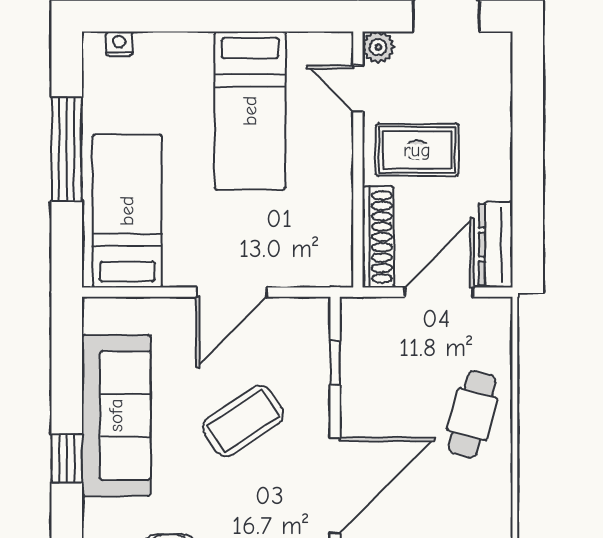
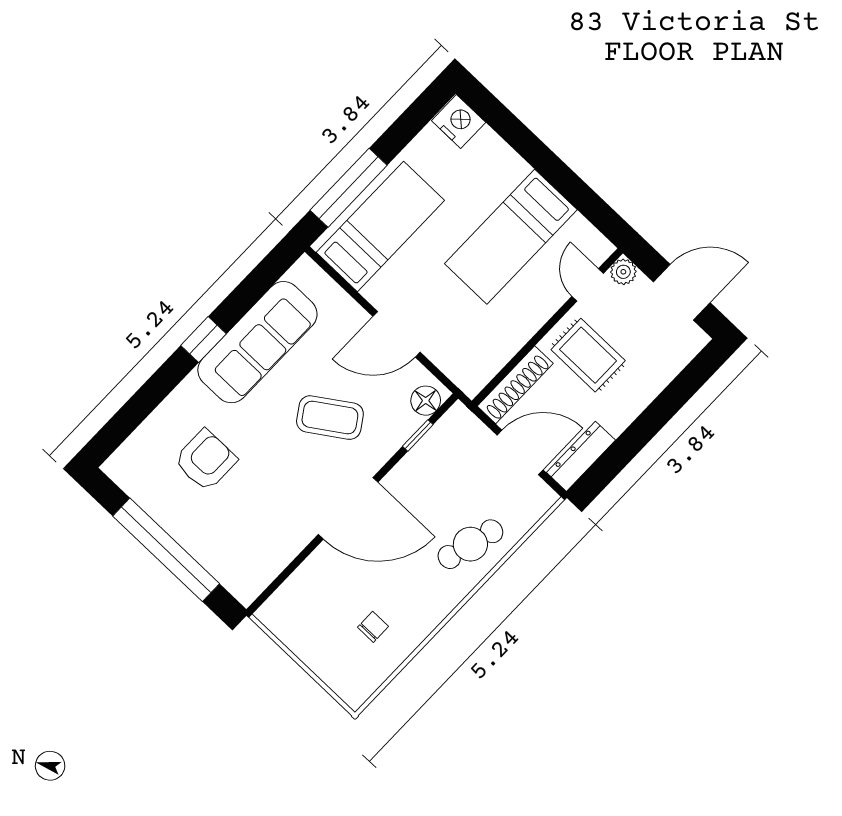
nightstand: (119, 44) -> (459, 121), width x1.89, depth x1.79
window: (67, 149) -> (349, 188), moved
floor lamp: (313, 326) -> (426, 401), added

